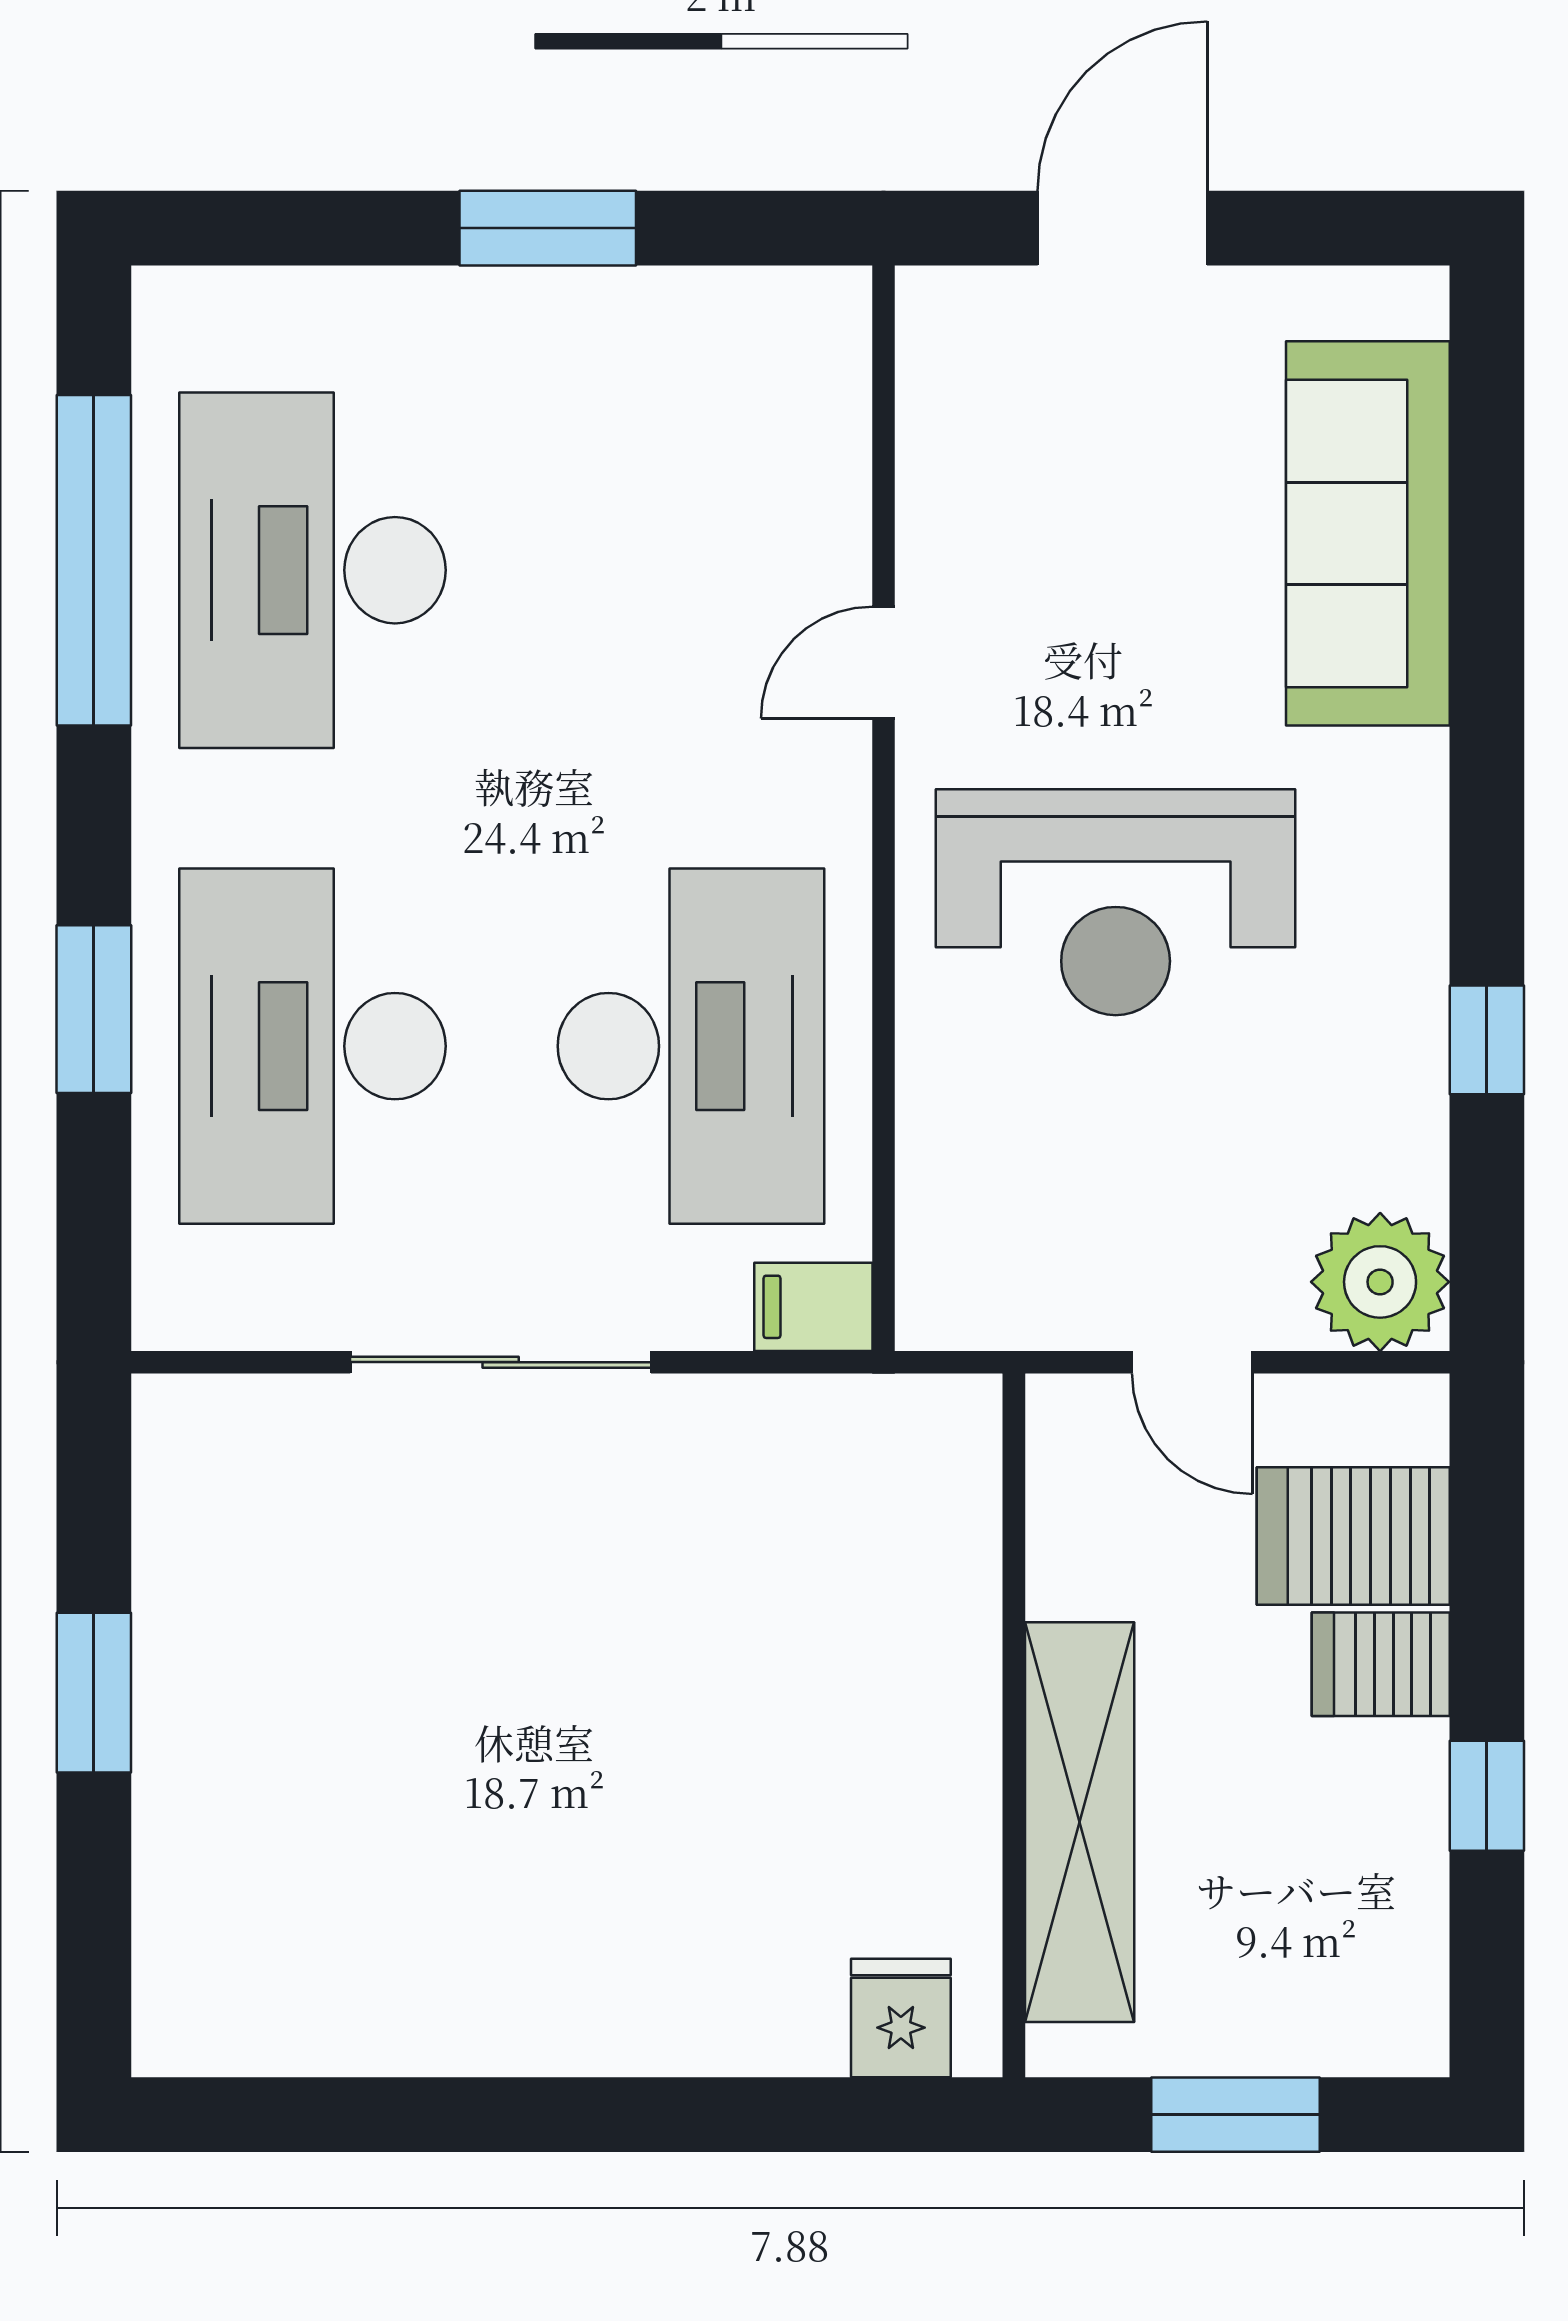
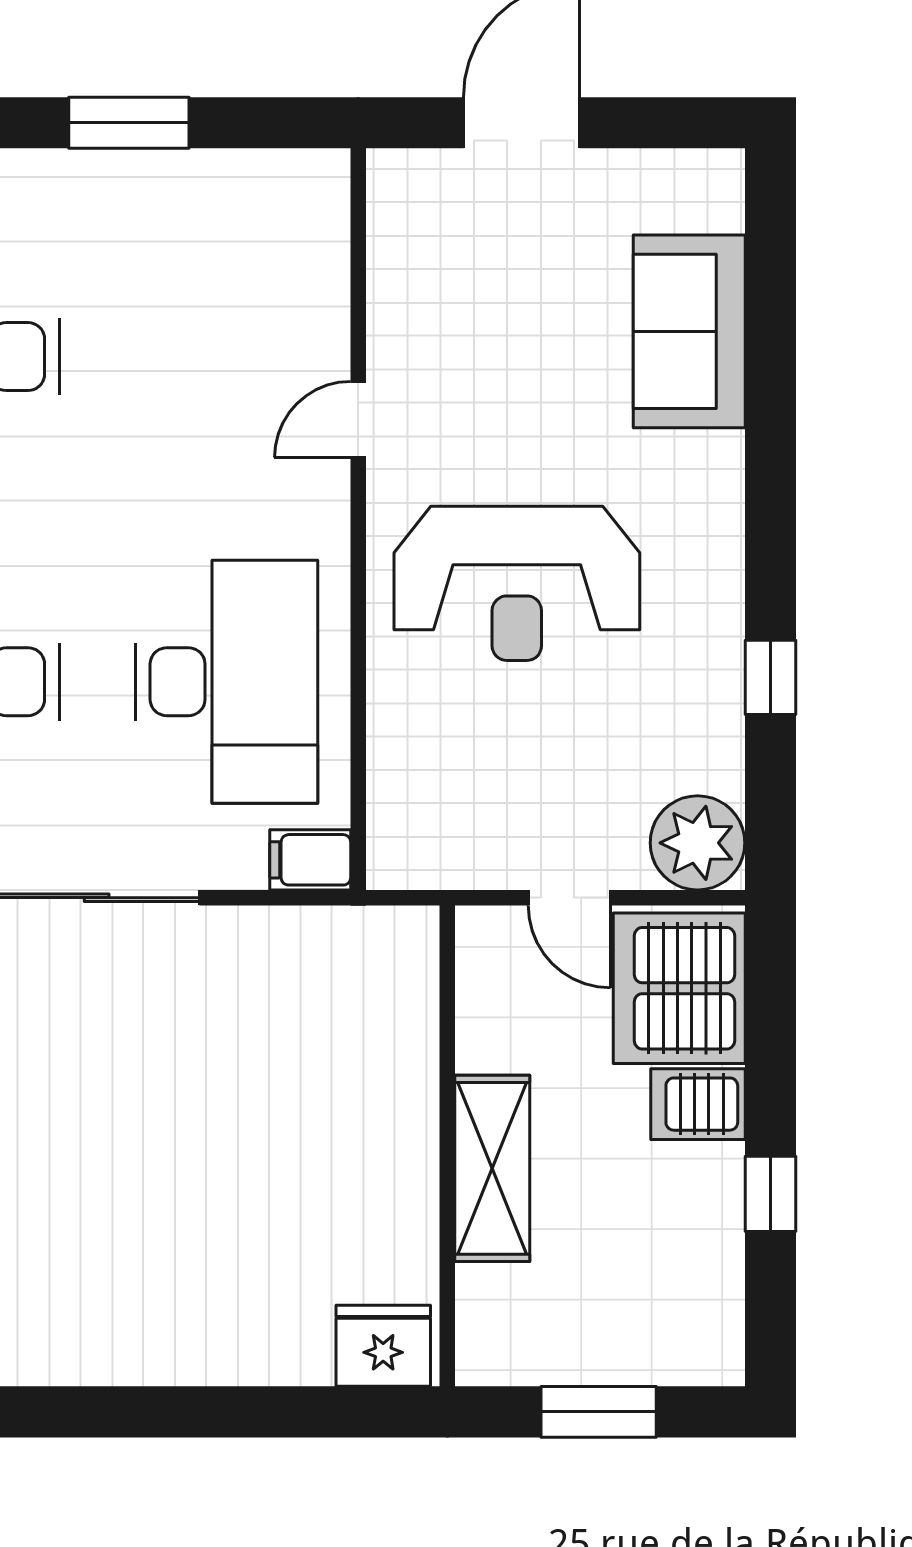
sofa: (1368, 533) -> (689, 331), width x0.73
server rack: (1353, 1536) -> (679, 988), width x1.60
shelving: (1080, 1822) -> (492, 1168), width x0.68
fridge: (901, 2018) -> (383, 1346), width x1.38

